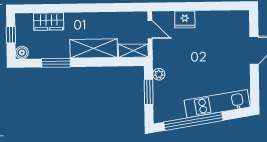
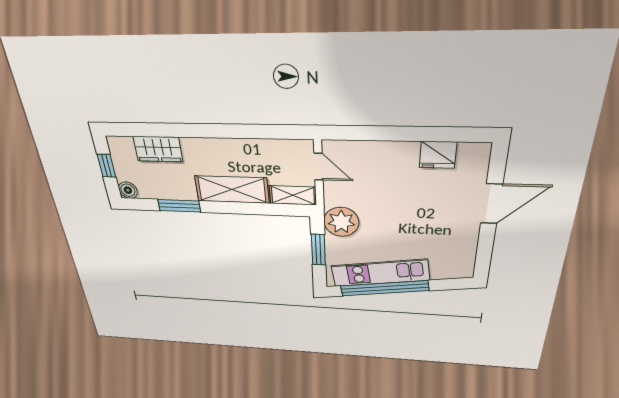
fridge: (185, 19) -> (438, 155), moved
plant: (159, 74) -> (341, 222), width x1.87, depth x1.87
kitchen unit: (217, 104) -> (380, 273), moved

